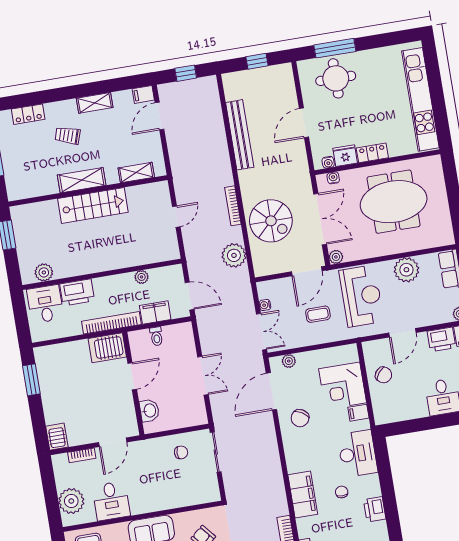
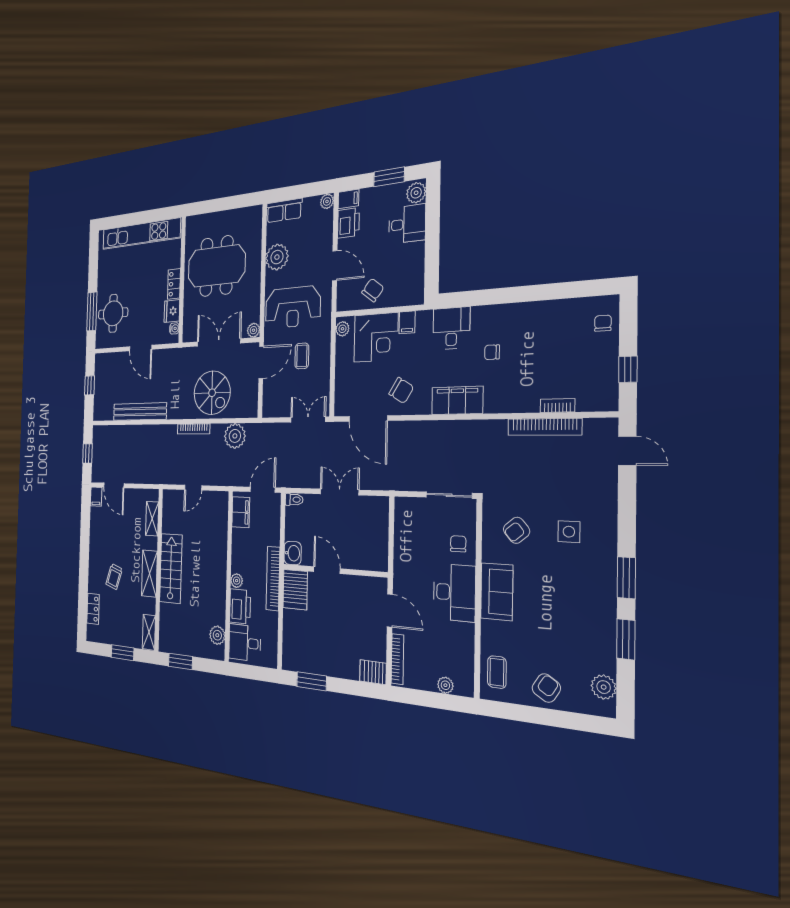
shelving: (95, 103) -> (149, 632), moved
water cooler: (333, 178) -> (187, 325), removed
meeting table: (394, 202) -> (216, 266), turned 90
door: (176, 217) -> (193, 488), swing flipped
spiral stairs: (271, 221) -> (212, 393), turned 90
door: (307, 271) -> (261, 362), hinge flipped
plant: (142, 277) -> (237, 581), moved
reception desk: (361, 296) -> (293, 307), turned 180
water cooler: (265, 305) -> (284, 412), removed
filing cabinet: (155, 312) -> (241, 512), moved, turned 180
toilet: (156, 336) -> (294, 500), moved
plant: (289, 361) -> (342, 329), moved
washbasin: (149, 411) -> (293, 553), moved, turned 90
chair: (181, 452) -> (458, 544), moved
sliding door: (216, 452) -> (449, 495), moved
desk: (357, 454) -> (451, 328), width x0.73
bookcase: (82, 455) -> (397, 659), width x1.56
filing cabinet: (303, 495) -> (457, 400), moved
plant: (71, 501) -> (445, 685), width x0.53, depth x0.53
desk: (111, 501) -> (454, 592), moved, width x1.37
printer: (375, 509) -> (520, 314), removed

